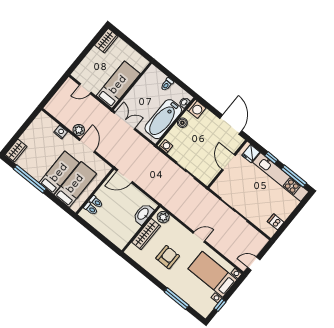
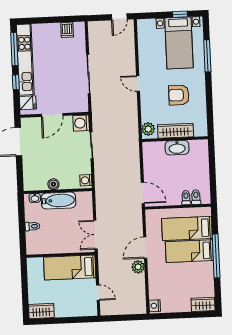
washing machine: (196, 109) -> (81, 123), moved, turned -90
bathtub: (163, 119) -> (59, 201), width x0.73, depth x0.73
nightstand: (61, 132) -> (155, 306), moved
window: (30, 179) -> (216, 256), moved
washbasin: (143, 214) -> (177, 148), moved
door: (254, 264) -> (119, 17), hinge flipped
bed with nightstands: (213, 274) -> (179, 43), moved

